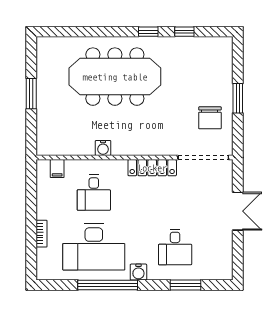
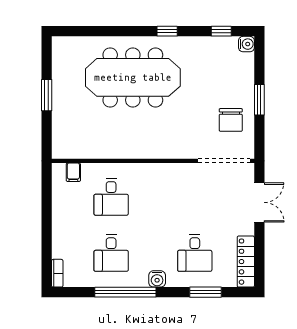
window: (184, 32) -> (221, 31), moved
water cooler: (103, 148) -> (246, 44), moved, turned -90
locker: (152, 168) -> (246, 262), moved, turned 90
double door: (238, 211) -> (259, 202), moved
bookcase: (41, 234) -> (57, 273), moved
desk: (94, 247) -> (111, 253), width x0.53, depth x0.77

